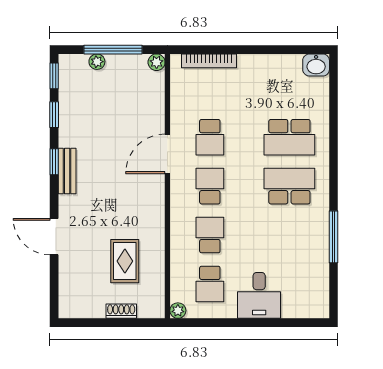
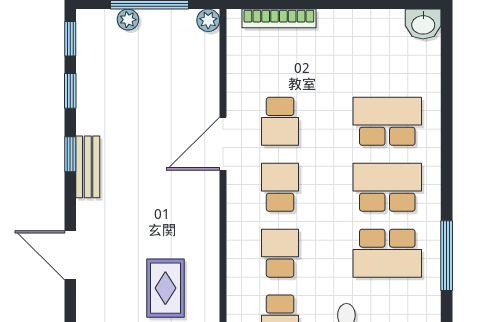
school desk: (289, 137) -> (387, 121), turned 180
school desk: (289, 235) -> (387, 253), added

